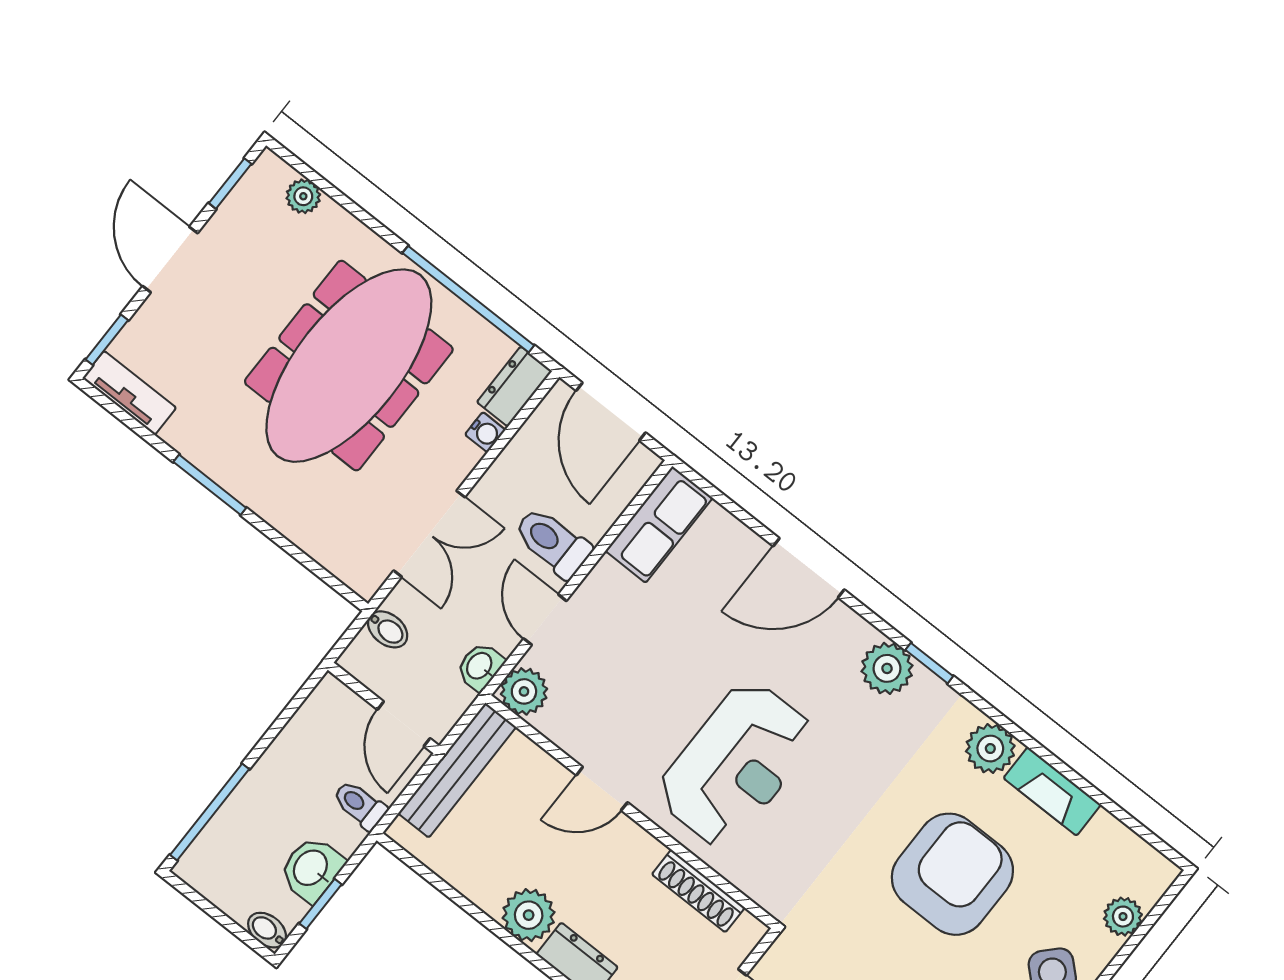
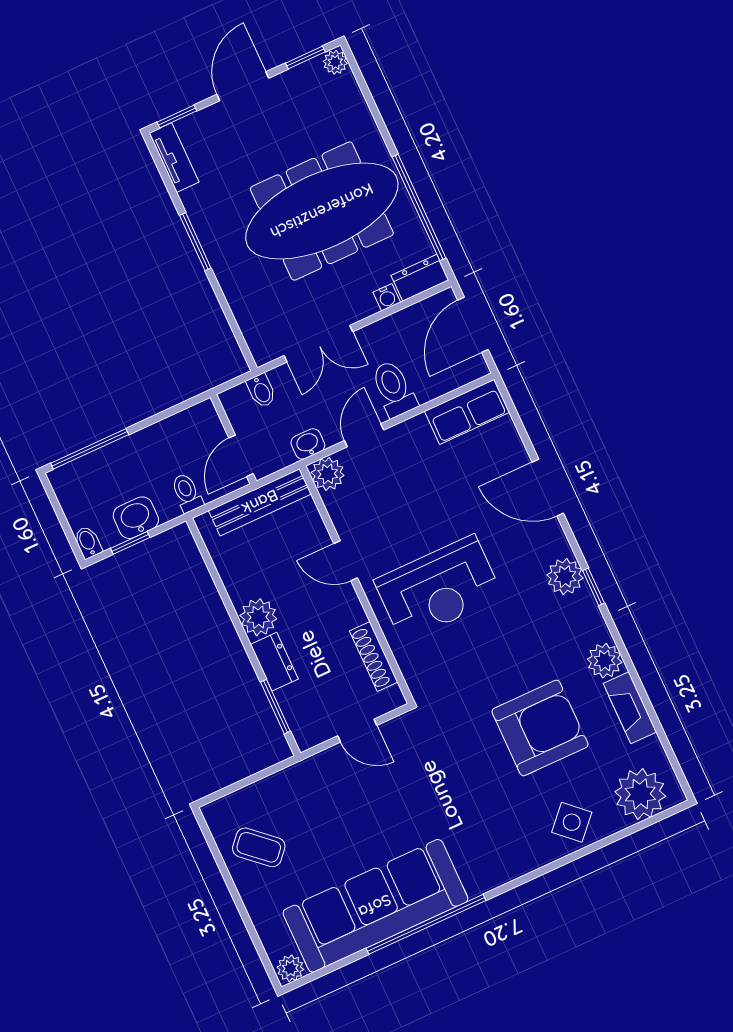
plant: (303, 196) -> (335, 62), moved
plant: (1123, 917) -> (640, 794), width x1.88, depth x1.88

